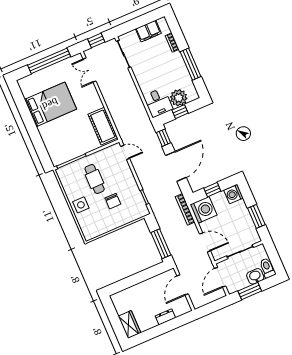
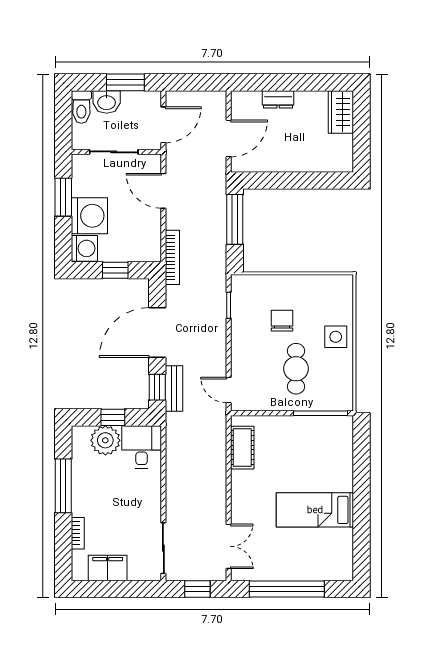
bed: (50, 104) -> (315, 510), width x0.67
cot: (103, 126) -> (242, 448), width x0.73, depth x0.75
bench: (154, 141) -> (174, 388), added
washing machine: (203, 210) -> (89, 216), moved, turned 180

